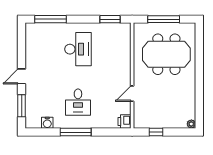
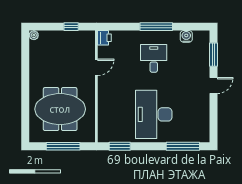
desk: (78, 49) -> (154, 114), width x1.36, depth x1.30

